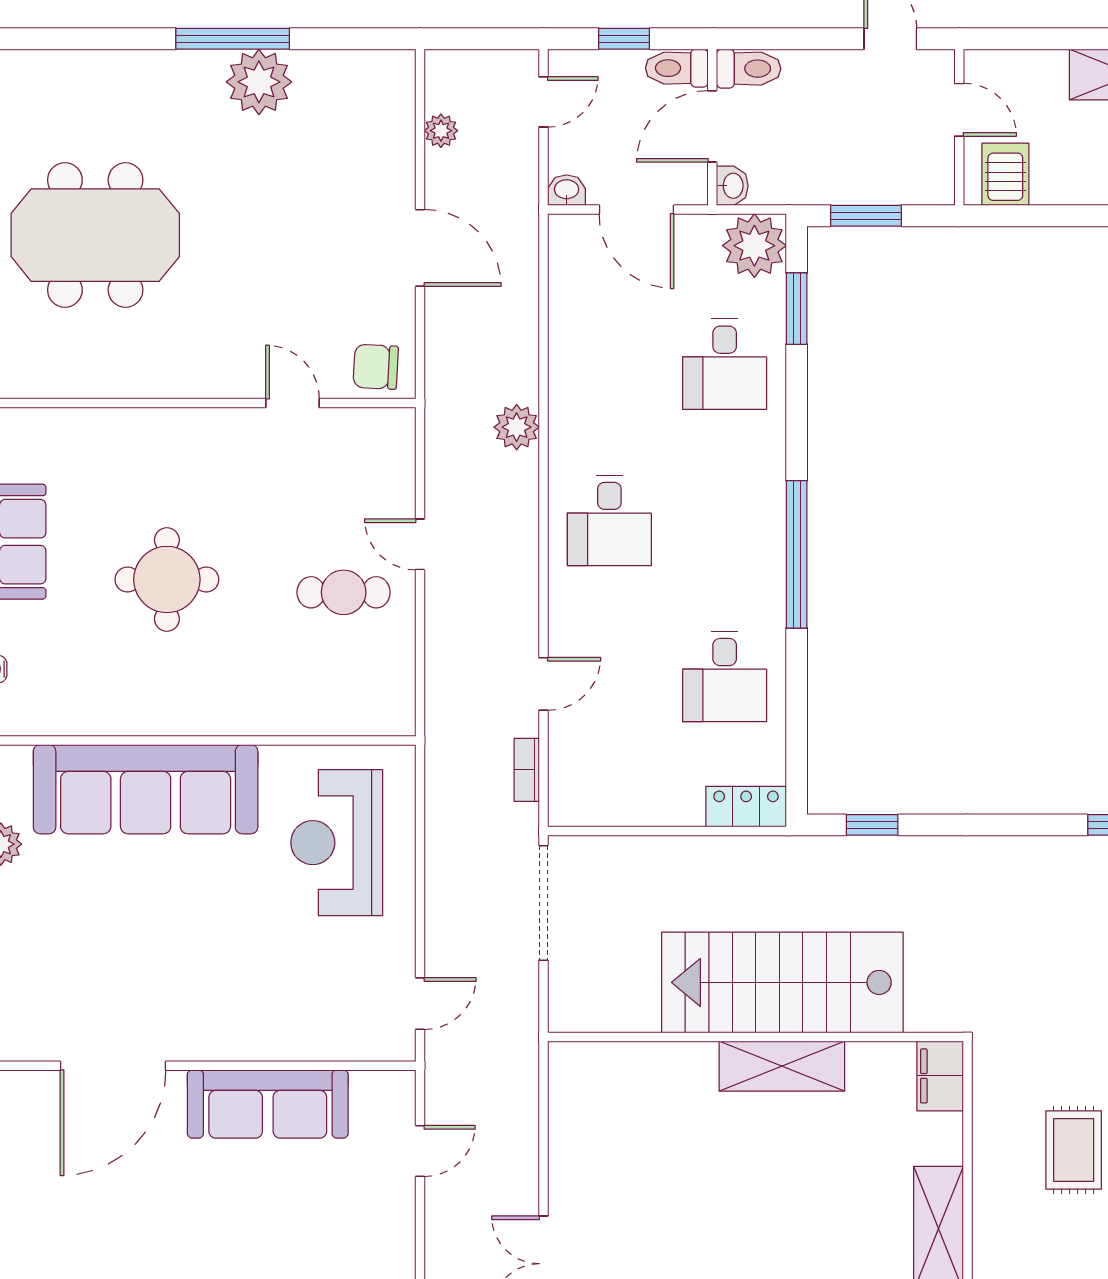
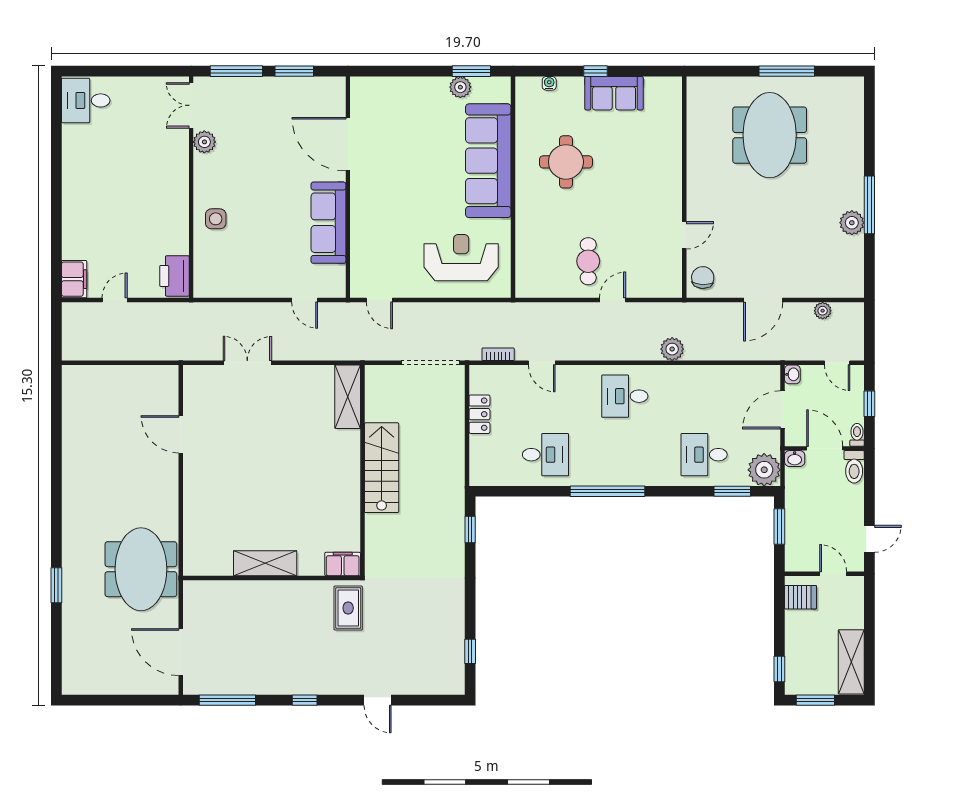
toilet: (677, 68) -> (857, 435), width x0.73, depth x0.72
plant: (259, 82) -> (852, 223), width x0.73, depth x0.73
door: (959, 110) -> (833, 574), swing flipped
round table: (167, 579) -> (566, 162), moved
desk: (725, 676) -> (546, 455), turned 180
locker: (746, 807) -> (479, 414), moved
stairs: (782, 982) -> (382, 468), width x0.73, depth x0.66
shelving: (782, 1066) -> (348, 397), moved
rug: (1074, 1150) -> (348, 608), moved, turned 90

